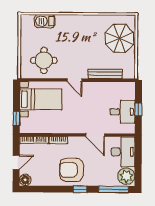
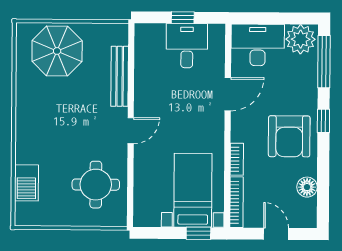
bed with nightstands: (41, 99) -> (193, 190), moved
floor lamp: (25, 180) -> (307, 187), moved

